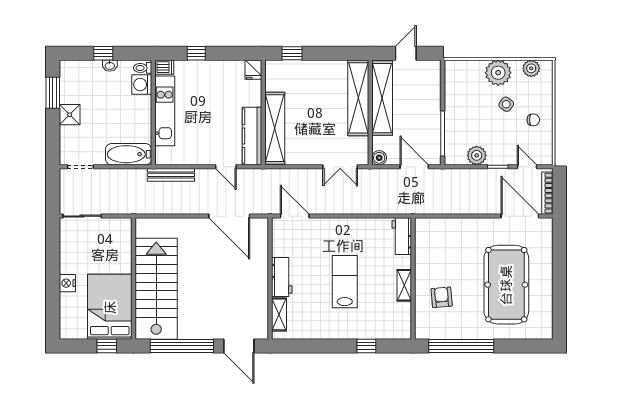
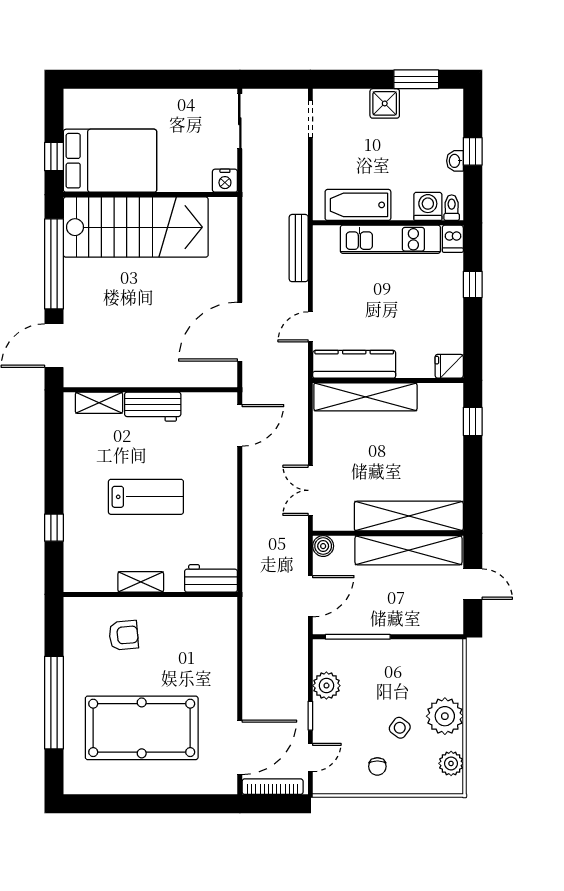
bathtub: (129, 154) -> (358, 205), moved, turned -90
nightstand: (67, 283) -> (225, 181), moved, turned 180
window: (461, 346) -> (54, 703), moved

